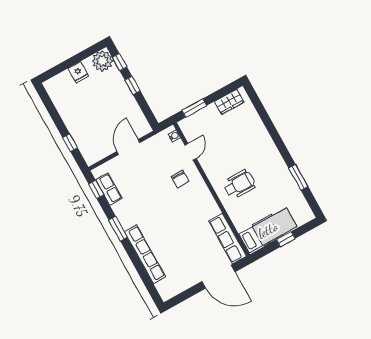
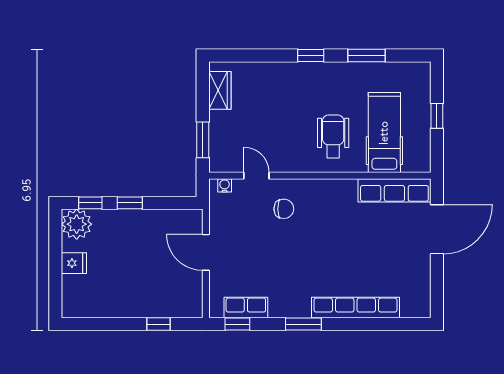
window: (280, 144) -> (311, 56), added
hospital bed: (268, 230) -> (384, 133), moved

